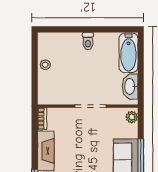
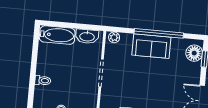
toilet: (88, 41) -> (43, 81), moved

